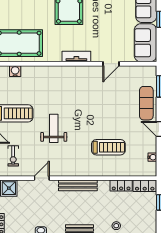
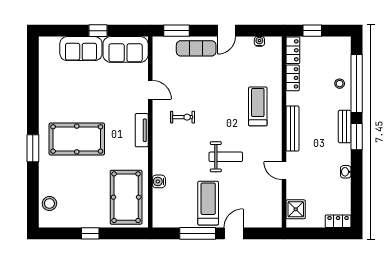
water cooler: (15, 71) -> (159, 181), moved
weight bench: (54, 128) -> (226, 157), turned 180
treadmill: (108, 147) -> (258, 106), moved
exercise bike: (13, 156) -> (183, 117), moved

